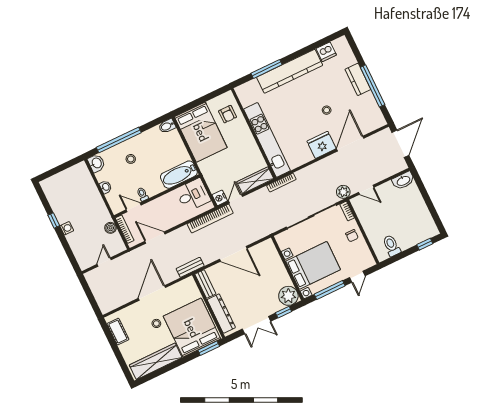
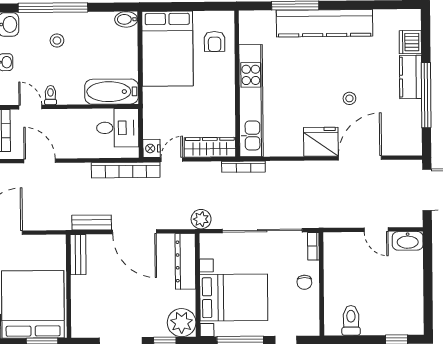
dishwasher: (326, 52) -> (410, 42), moved, turned 90
door: (366, 190) -> (376, 230), moved
plant: (343, 192) -> (201, 219), moved
bench: (190, 267) -> (92, 222), moved
dresser: (221, 314) -> (185, 261), moved, turned 180

